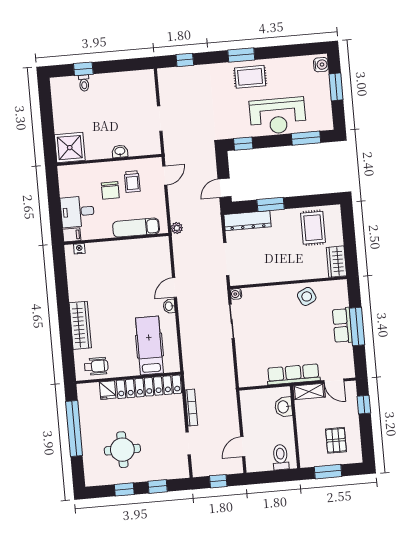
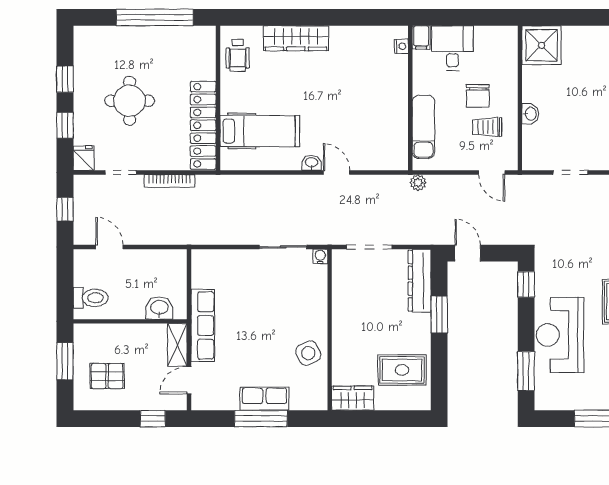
chair: (110, 190) -> (478, 96), turned -90
fridge: (108, 390) -> (84, 158), moved, turned 90
round table: (122, 450) -> (130, 101), moved

